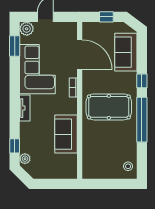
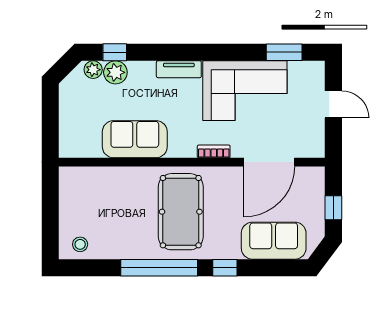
plant: (27, 29) -> (115, 72), moved

